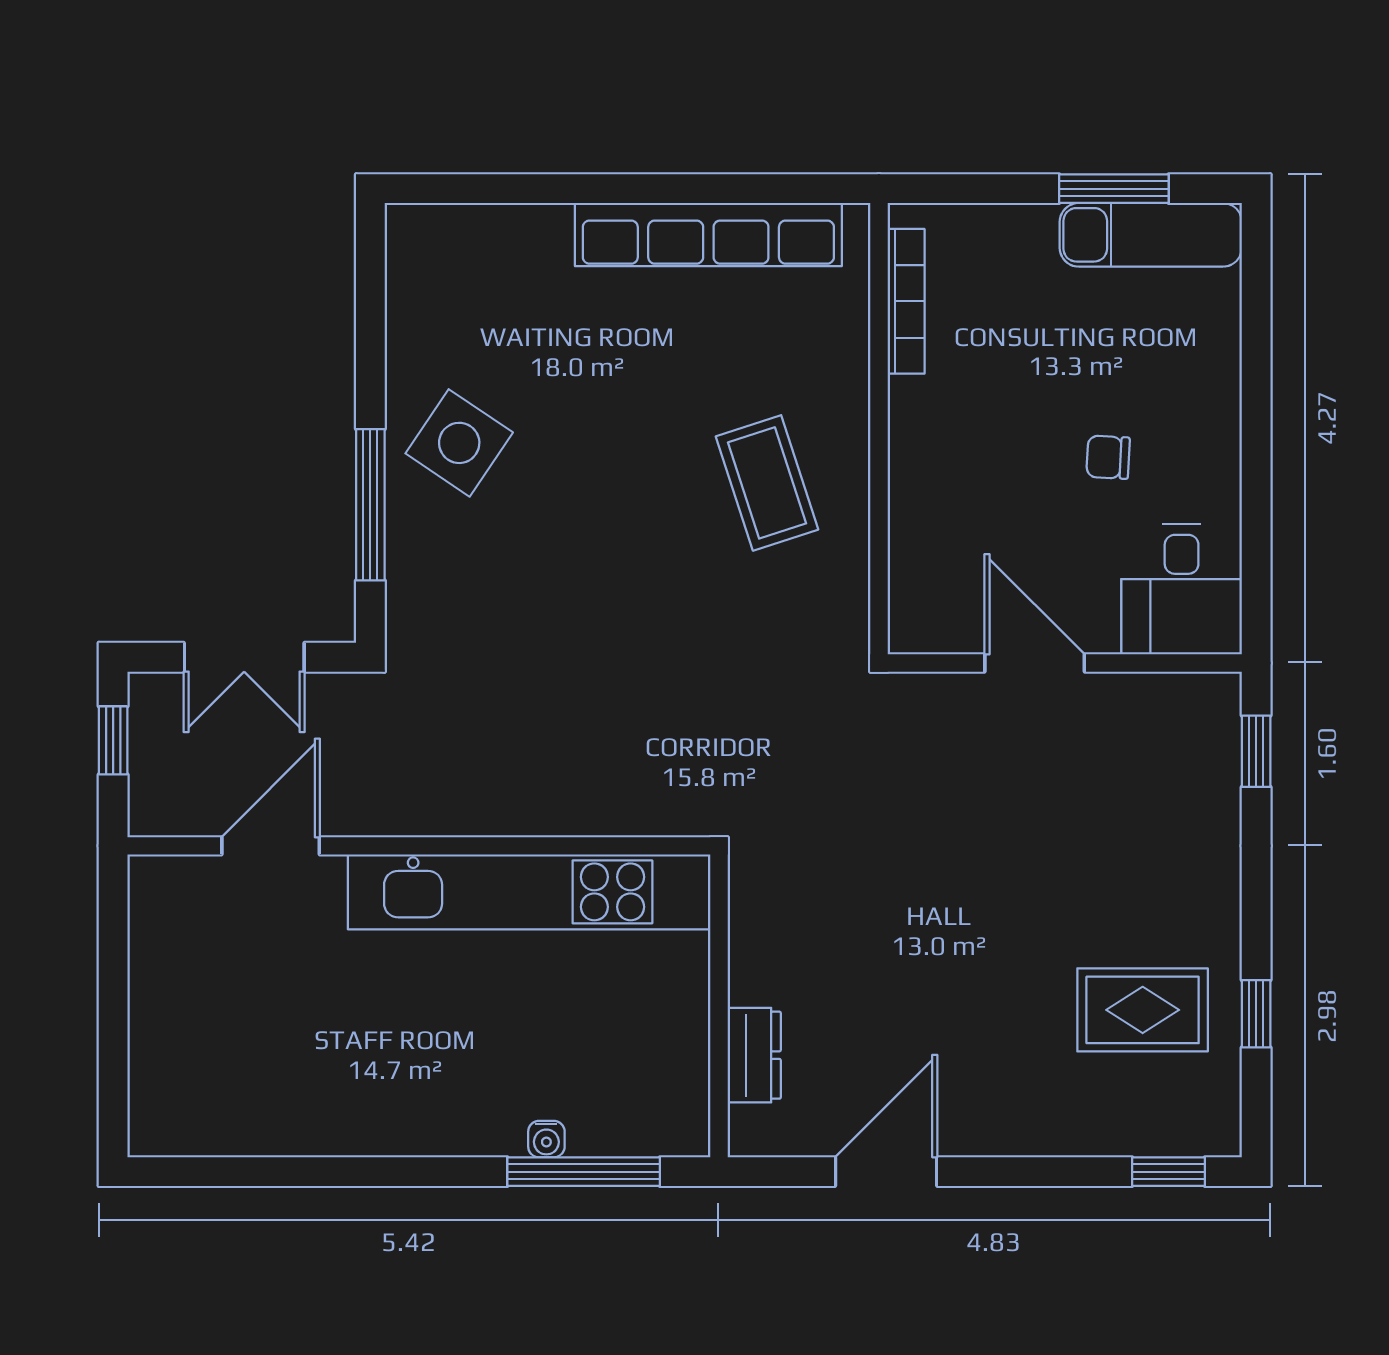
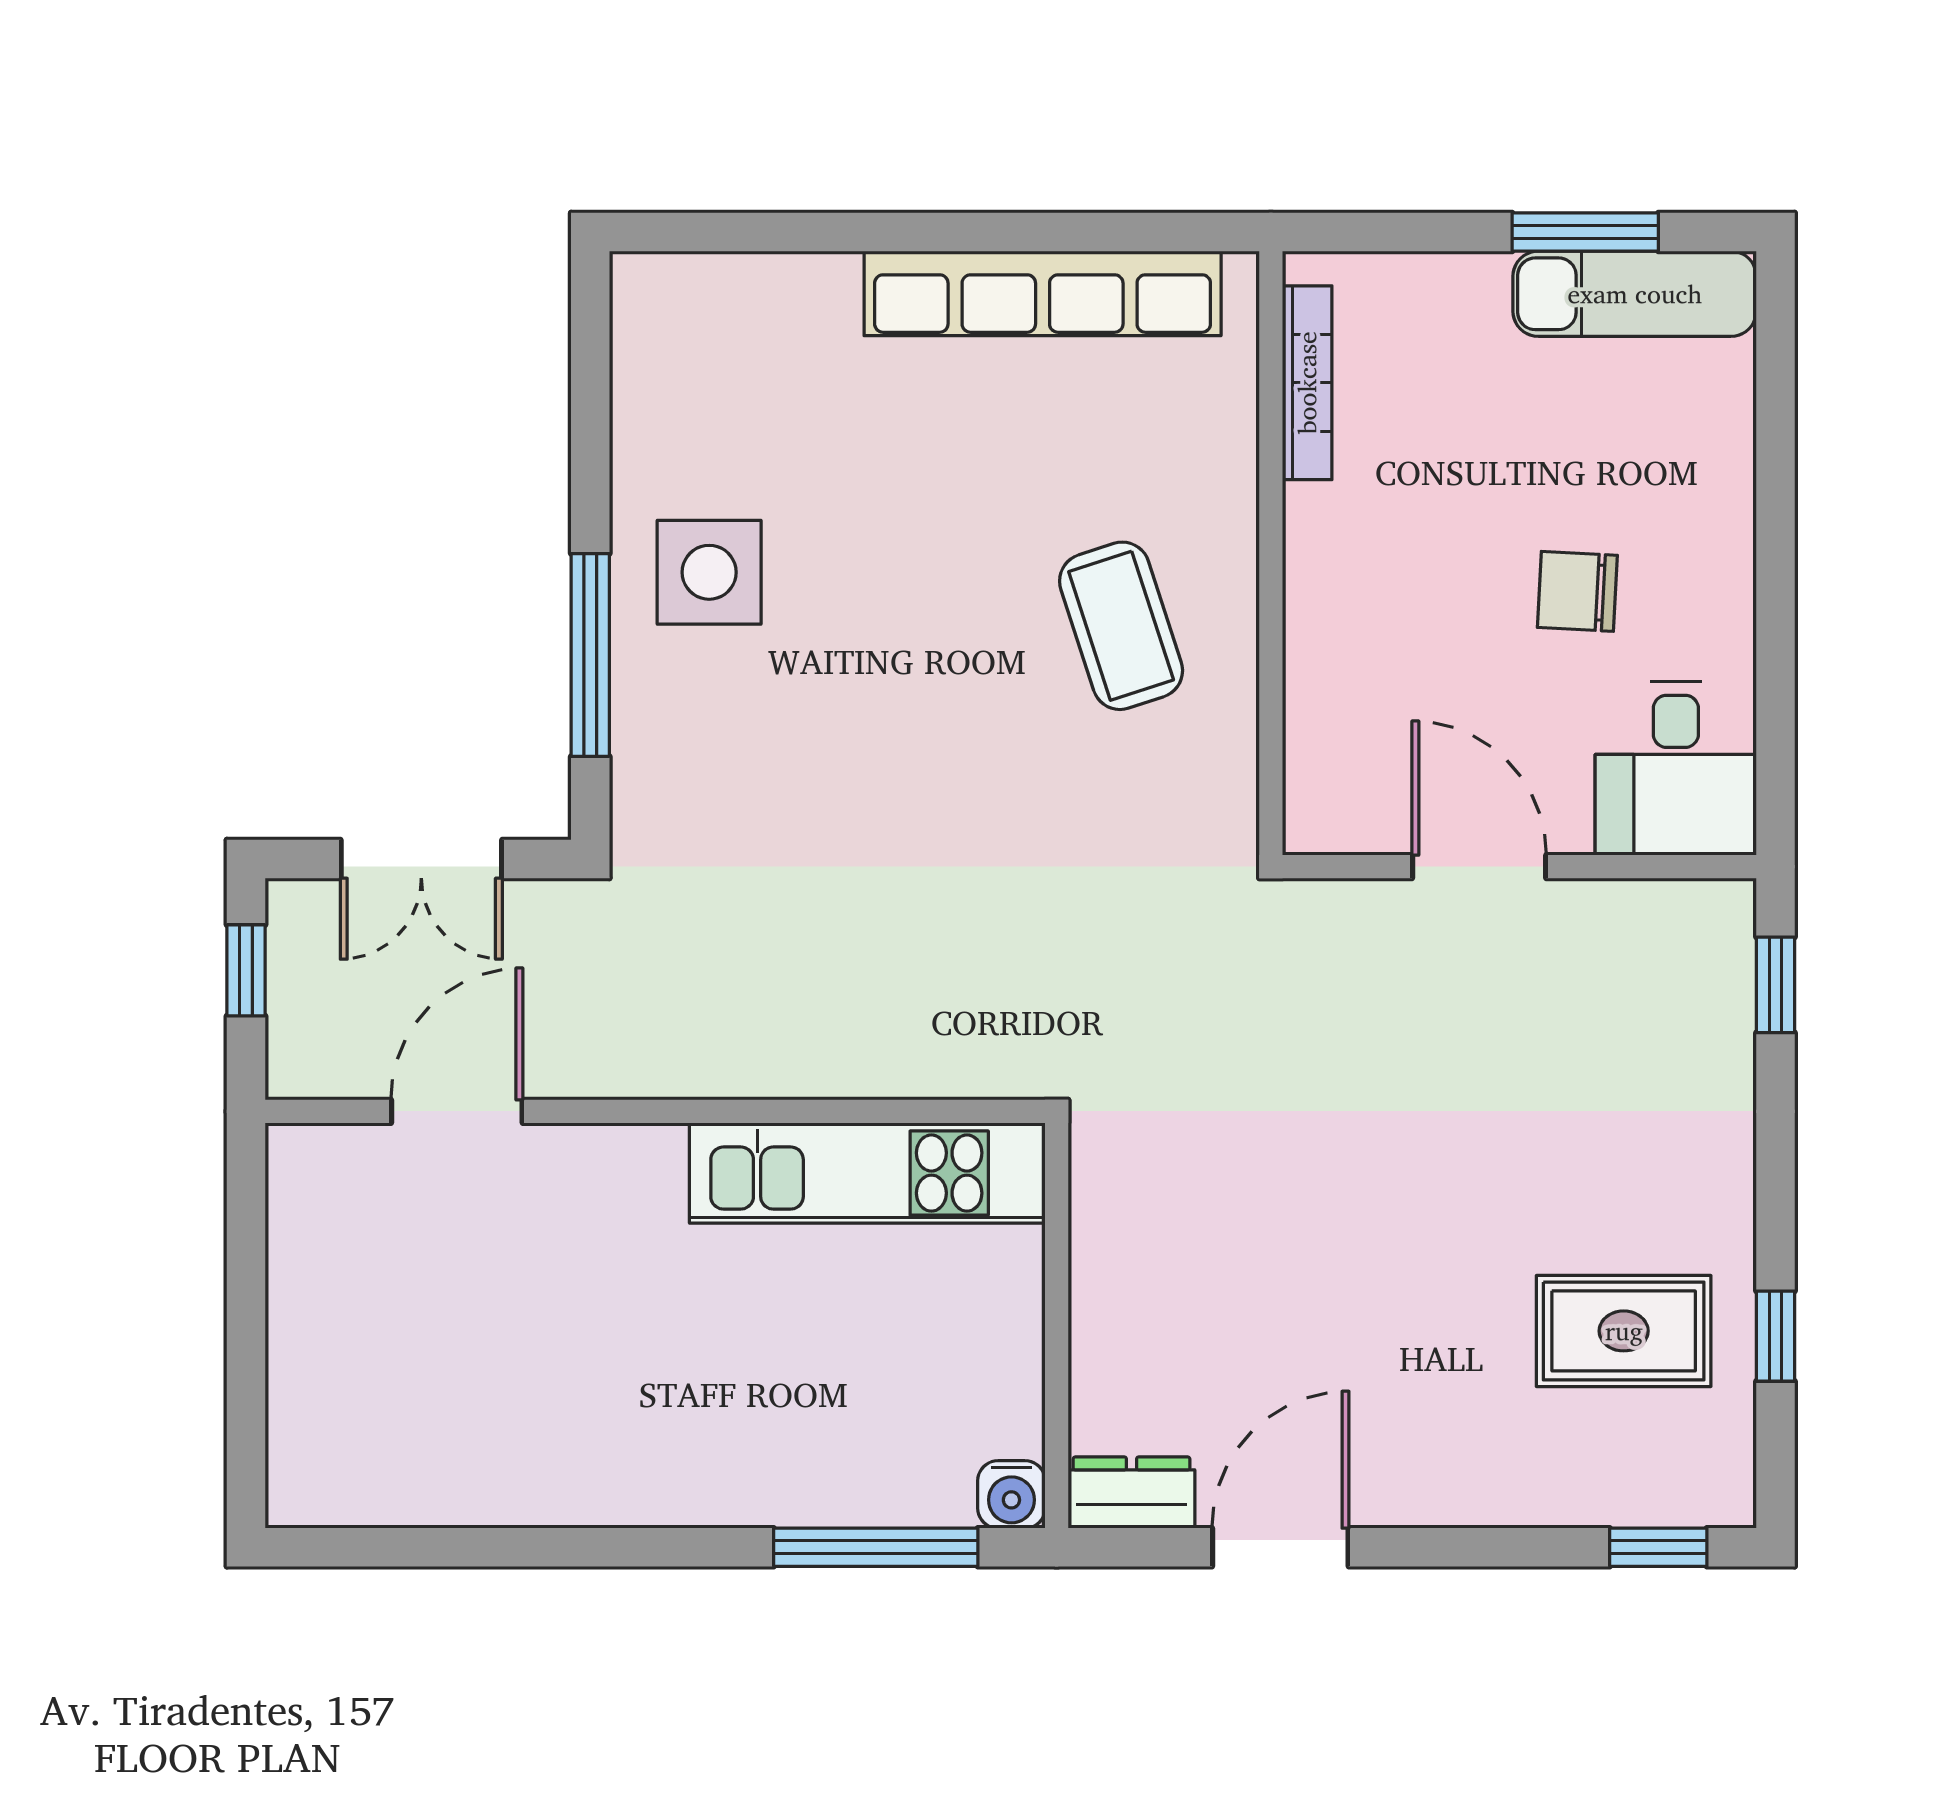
side table: (459, 443) -> (709, 572), turned -34
chair: (1108, 457) -> (1577, 591), width x1.37, depth x1.37
kitchen unit: (529, 892) -> (867, 1173), width x0.73
dresser: (754, 1055) -> (1132, 1493), moved, turned -90
water cooler: (546, 1139) -> (1011, 1494), moved, width x1.38, depth x1.38

